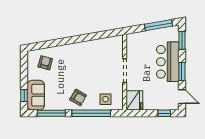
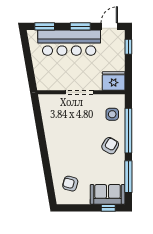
window: (158, 25) -> (27, 53), removed
bar counter: (168, 62) -> (69, 43), width x1.36

